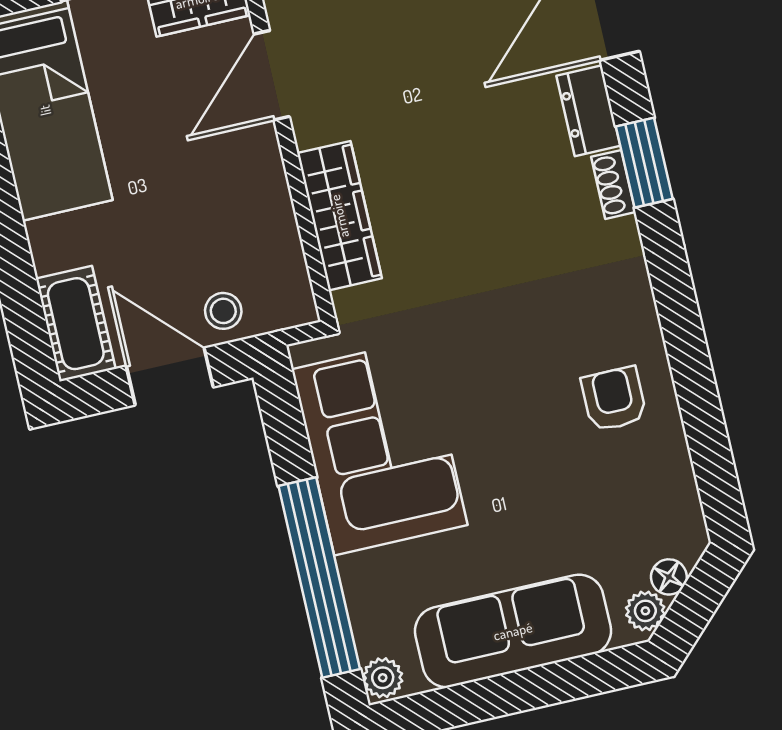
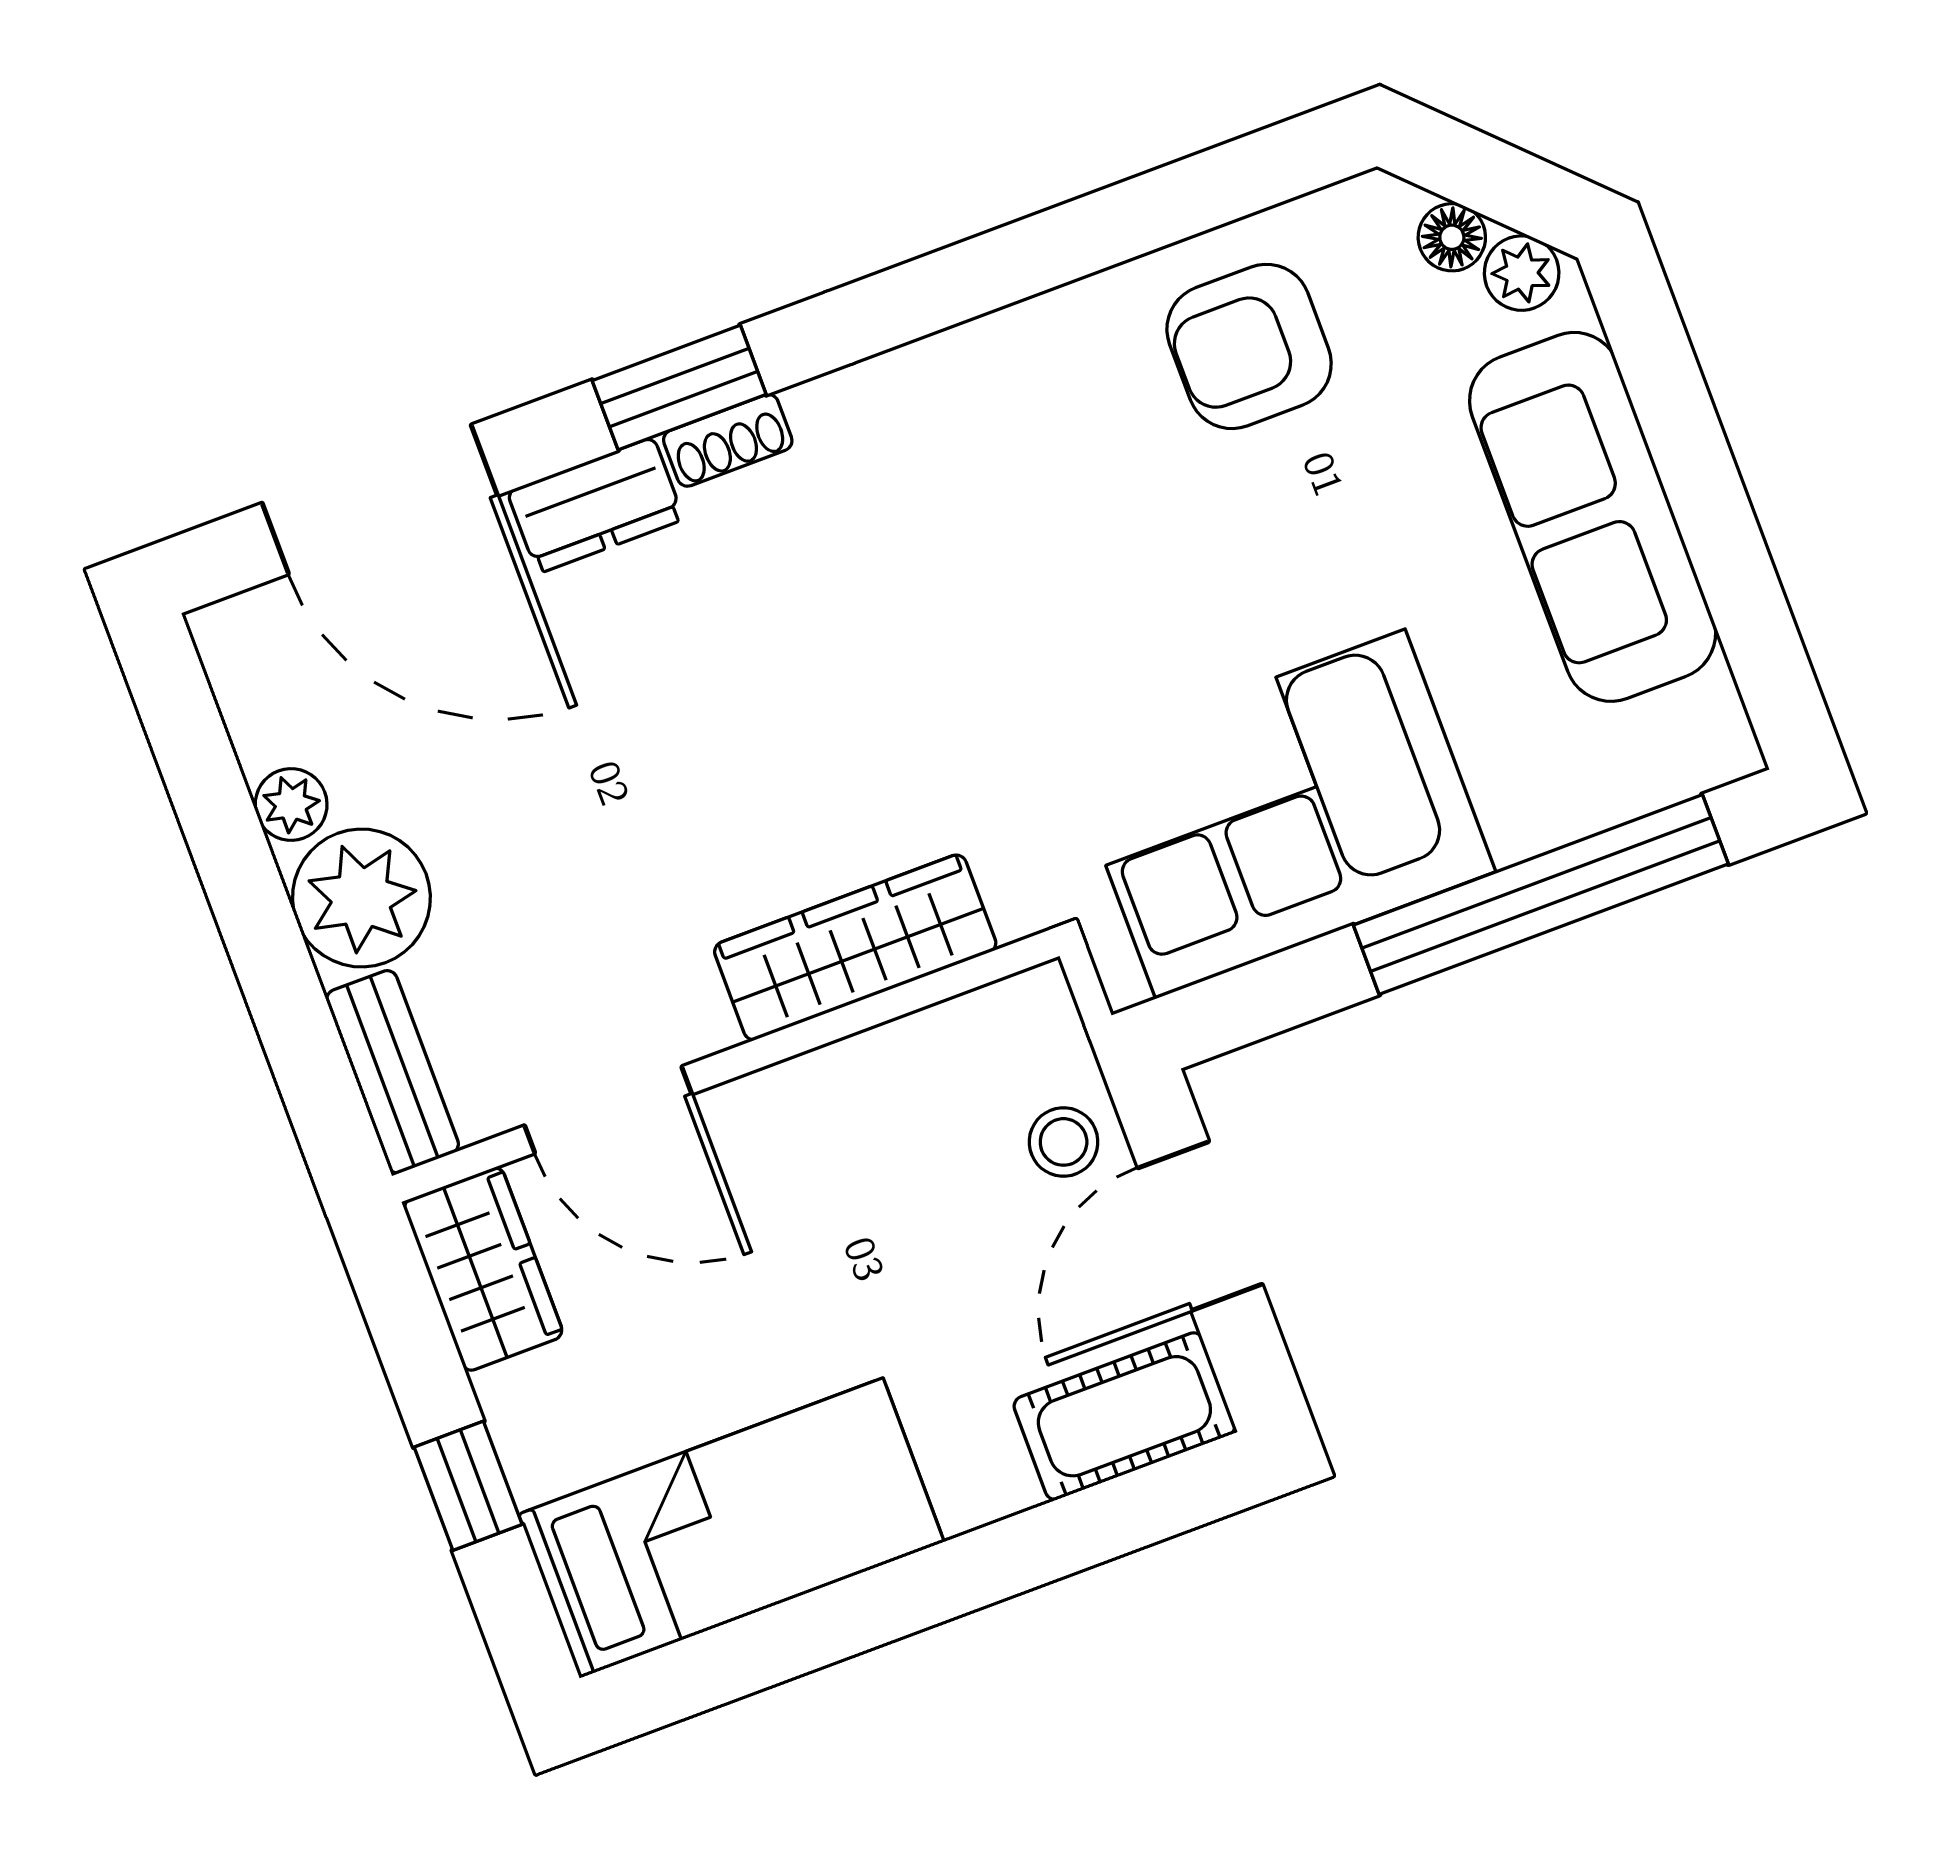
armchair: (614, 399) -> (1249, 346), moved, width x1.38, depth x1.38
plant: (383, 678) -> (1713, 750), removed

